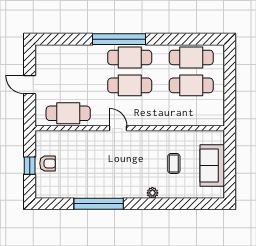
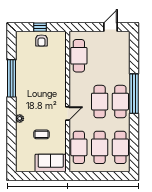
door: (30, 85) -> (111, 27), moved
cafe table: (191, 113) -> (79, 147), added
door: (118, 128) -> (68, 113), moved
sofa: (212, 166) -> (51, 163), moved

